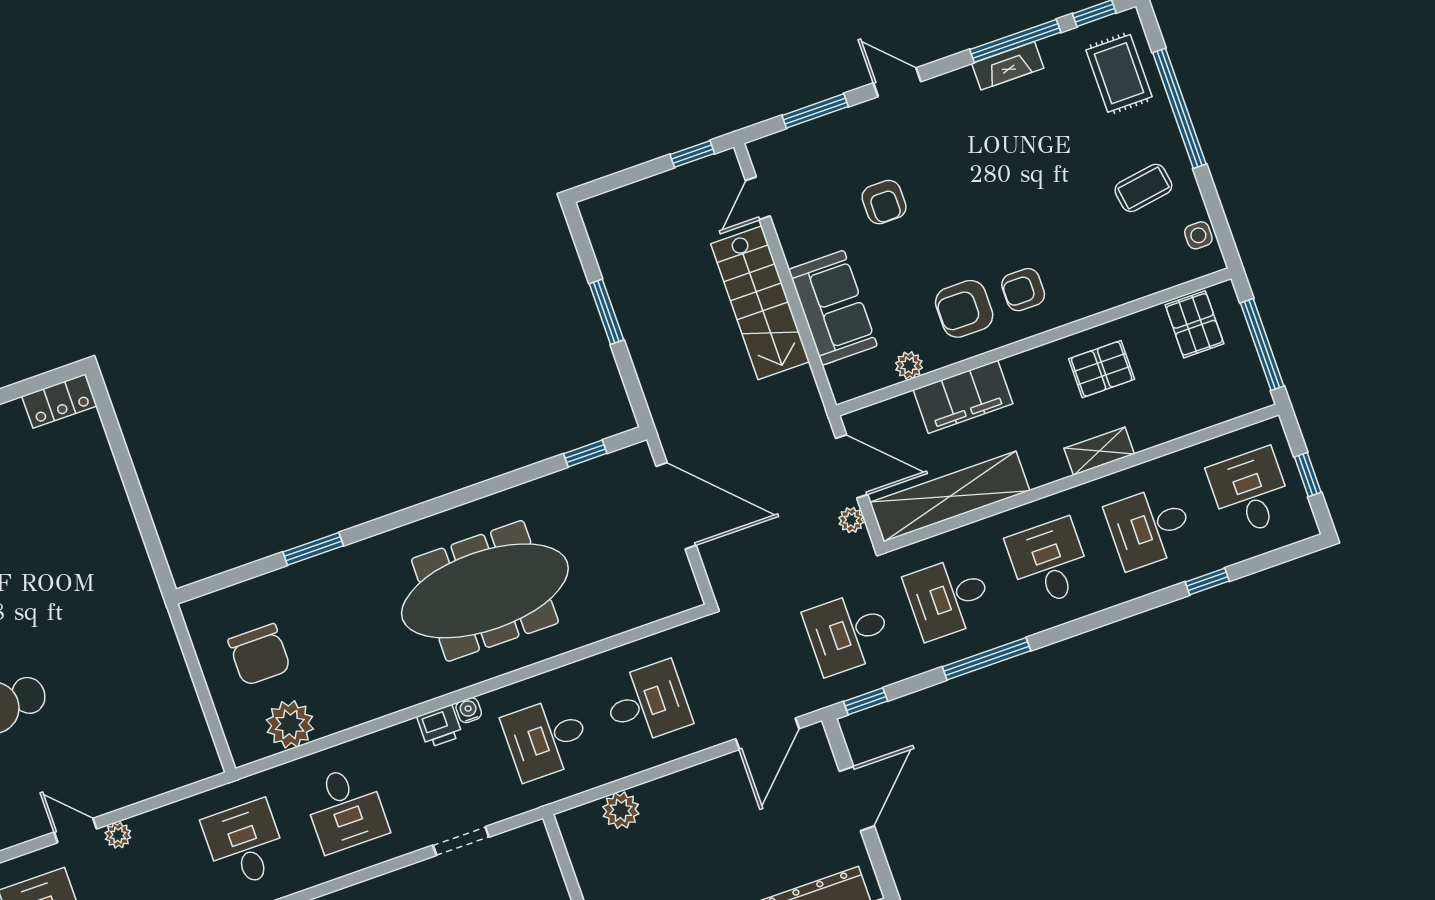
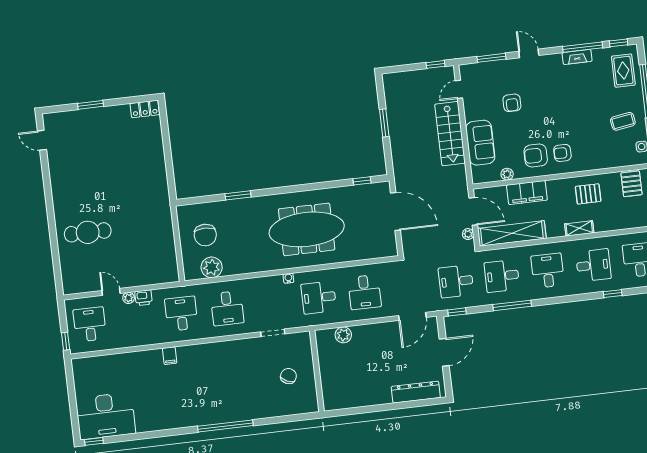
desk: (1150, 527) -> (593, 265), turned 180
desk: (647, 703) -> (364, 292), turned 90
printer: (440, 726) -> (144, 298), moved

